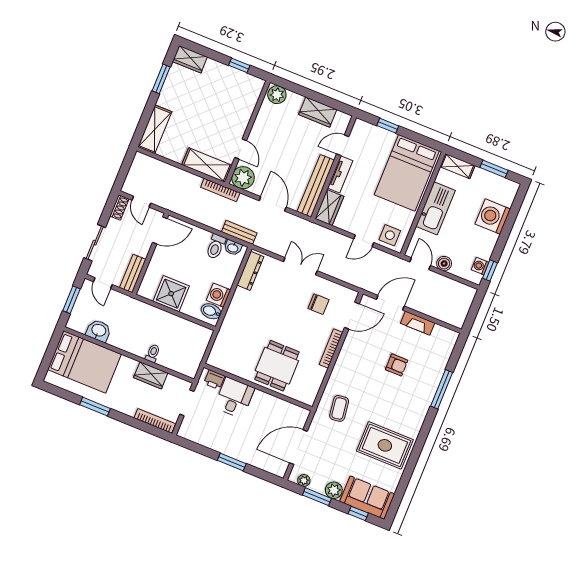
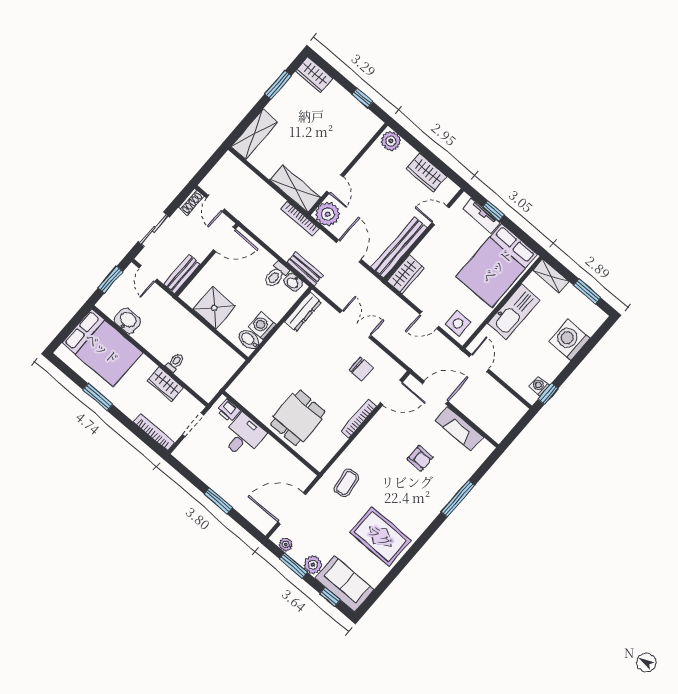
tv unit: (340, 174) -> (481, 216), moved, turned 90
boiler: (444, 264) -> (504, 371), removed
fireplace: (418, 323) -> (459, 429), width x1.37, depth x1.32

